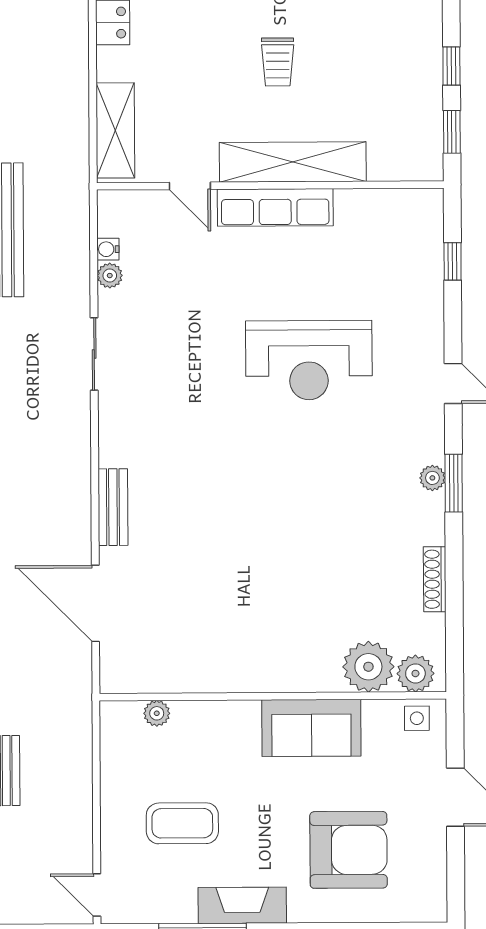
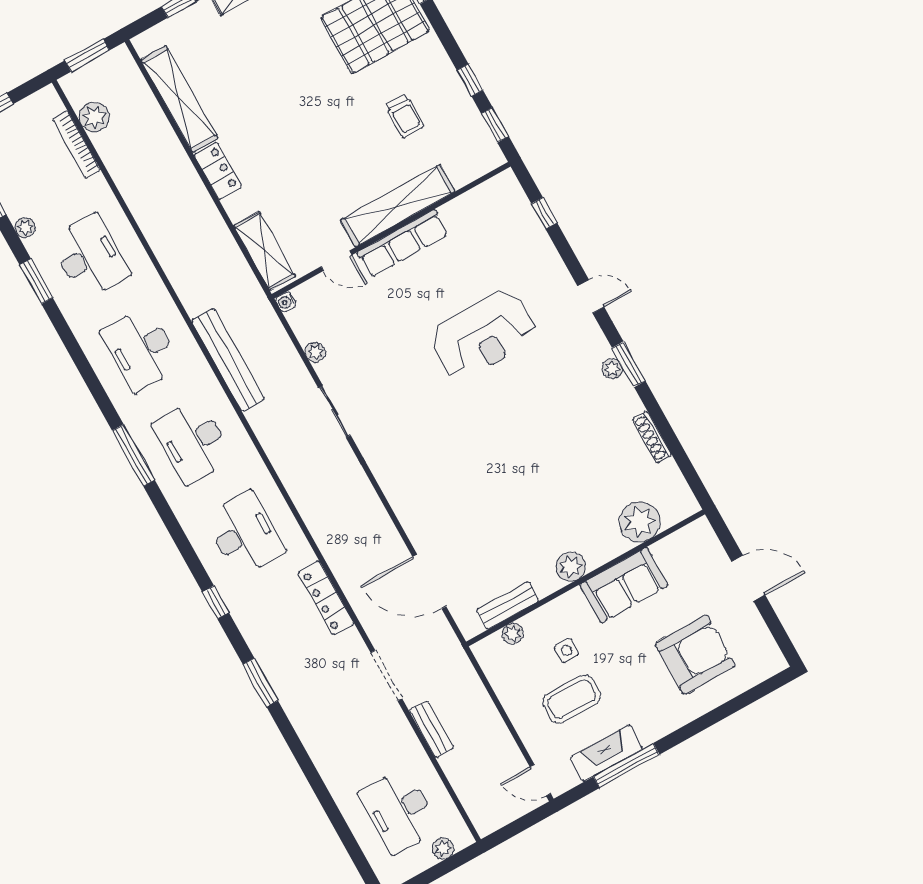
trolley: (278, 62) -> (405, 116), moved
water cooler: (108, 249) -> (286, 302), moved
bench: (113, 507) -> (508, 606), moved, turned 90
plant: (415, 673) -> (571, 567), moved
side table: (417, 718) -> (567, 650), moved
fireplace: (242, 905) -> (607, 753), moved

